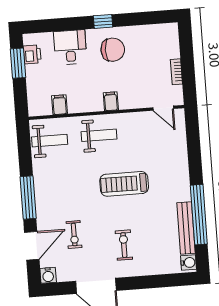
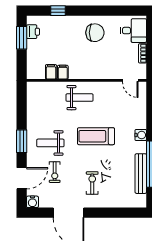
window: (103, 21) -> (58, 11), moved
desk: (70, 47) -> (133, 31), moved, turned 90
filing cabinet: (111, 101) -> (63, 72), moved
weight bench: (50, 141) -> (50, 143), moved, turned 180
window: (28, 198) -> (22, 141), width x0.69
water cooler: (188, 263) -> (141, 135), moved

